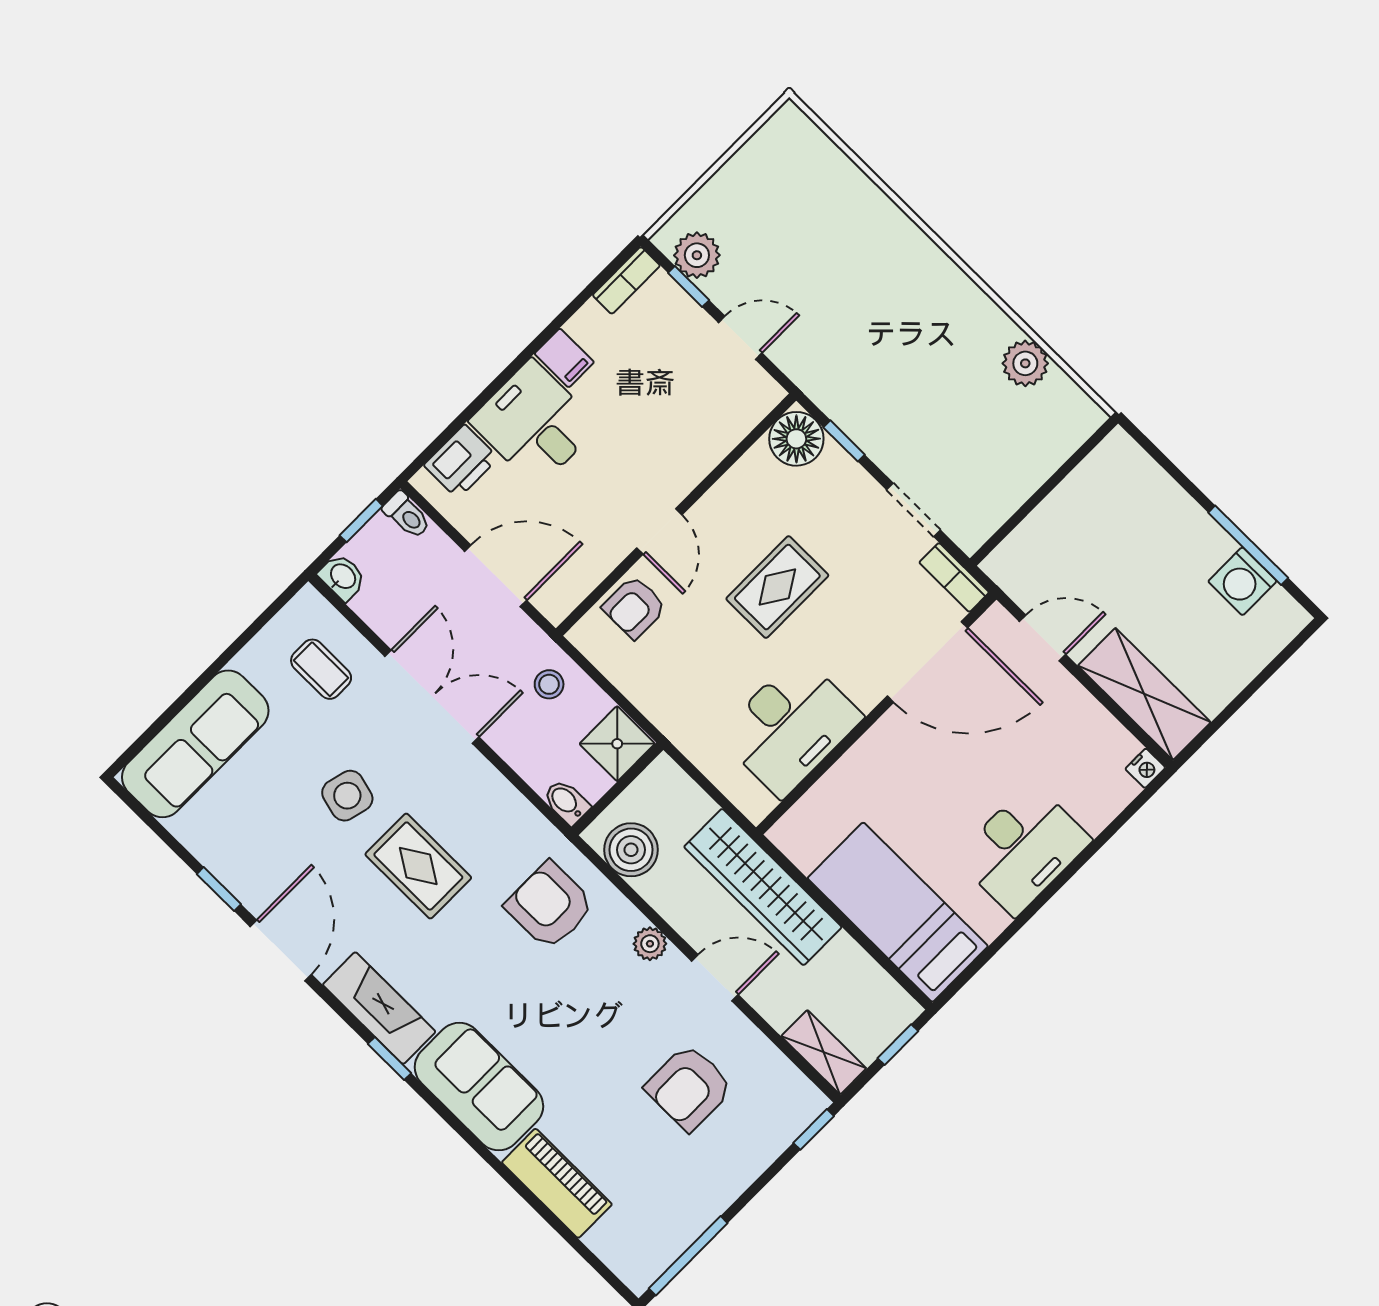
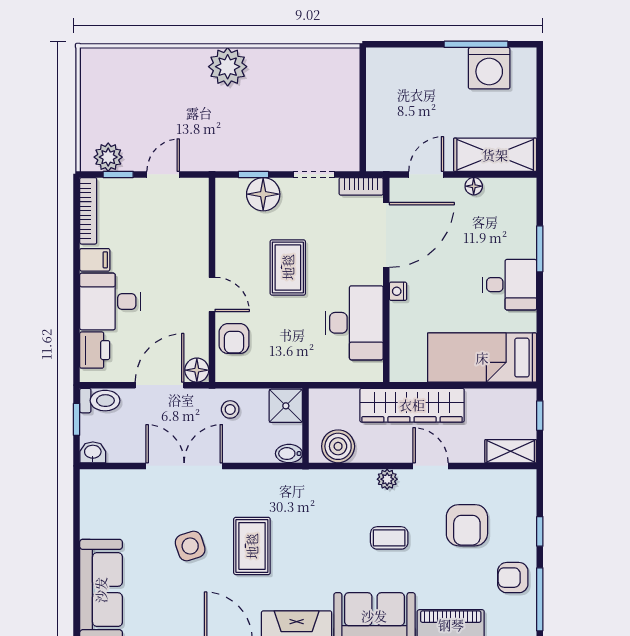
bookcase: (626, 280) -> (88, 211), width x1.56
plant: (1025, 363) -> (228, 67), moved, width x1.36, depth x1.36
floor lamp: (796, 439) -> (263, 194), moved
toilet: (407, 515) -> (100, 401), width x1.37, depth x1.39
washing machine: (1242, 581) -> (489, 68), width x1.37, depth x1.37
floor lamp: (556, 601) -> (197, 370), added
coffee table: (321, 669) -> (389, 538), moved
floor lamp: (1084, 706) -> (474, 186), added
nightstand: (1145, 768) -> (398, 291), moved, turned 180
side table: (347, 796) -> (190, 546), turned -32
desk: (1023, 849) -> (509, 285), width x0.73
window: (1088, 853) -> (540, 249), added
rug: (418, 866) -> (252, 546), turned 90
armchair: (550, 906) -> (513, 578), moved, width x0.72, depth x0.72
door: (715, 978) -> (431, 466), hinge flipped
window: (814, 1129) -> (540, 531), moved

